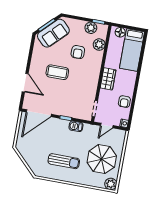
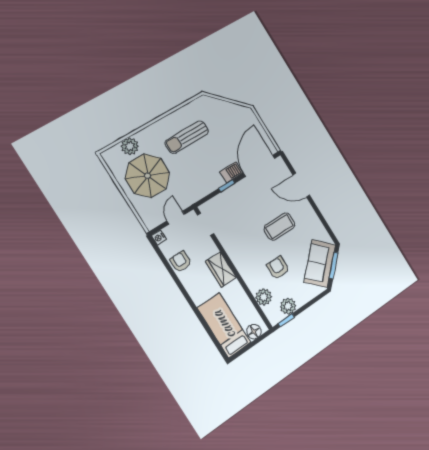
barbecue: (76, 126) -> (231, 172), moved
plant: (111, 184) -> (130, 146), moved

